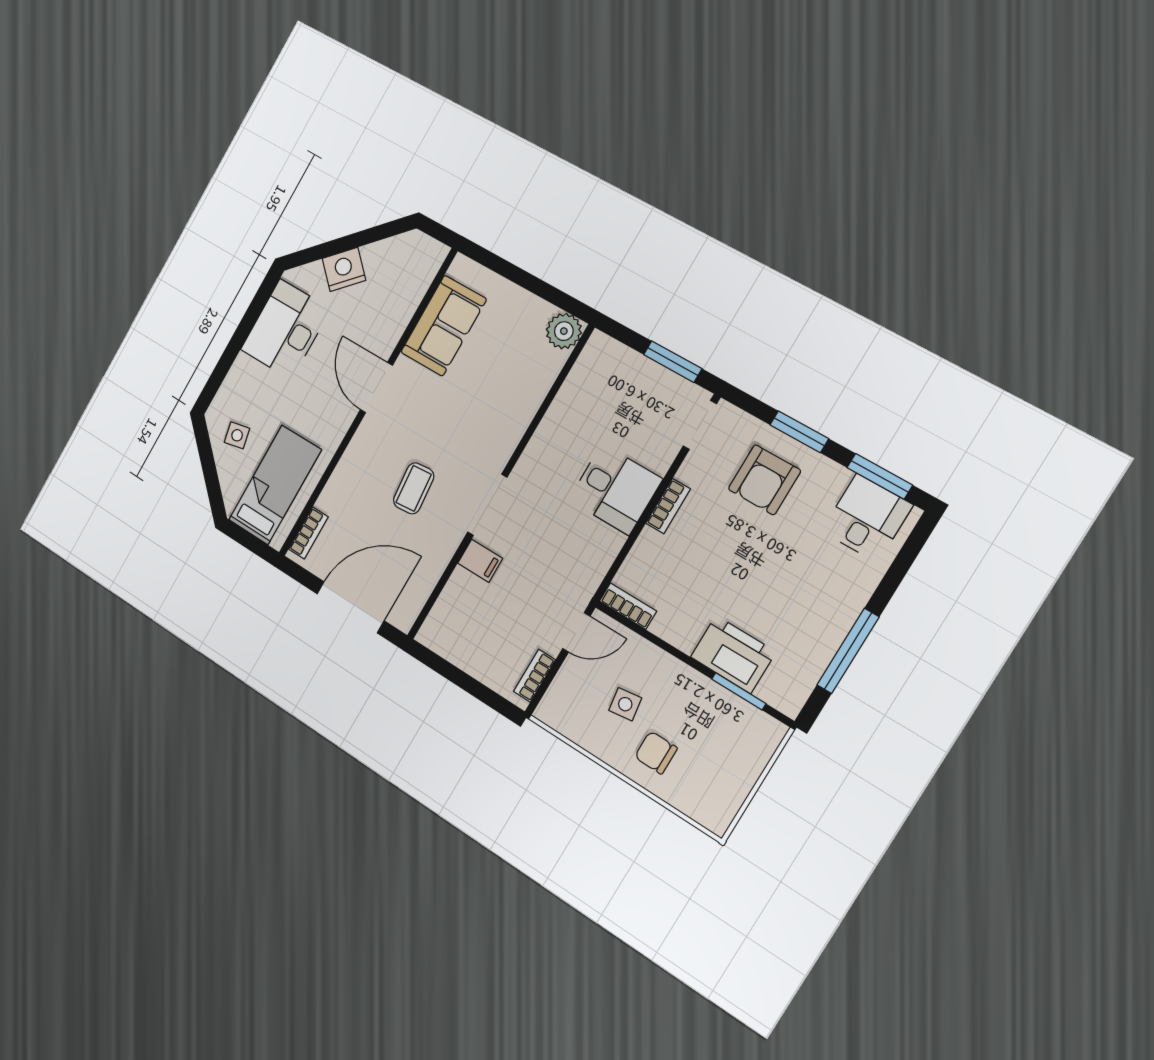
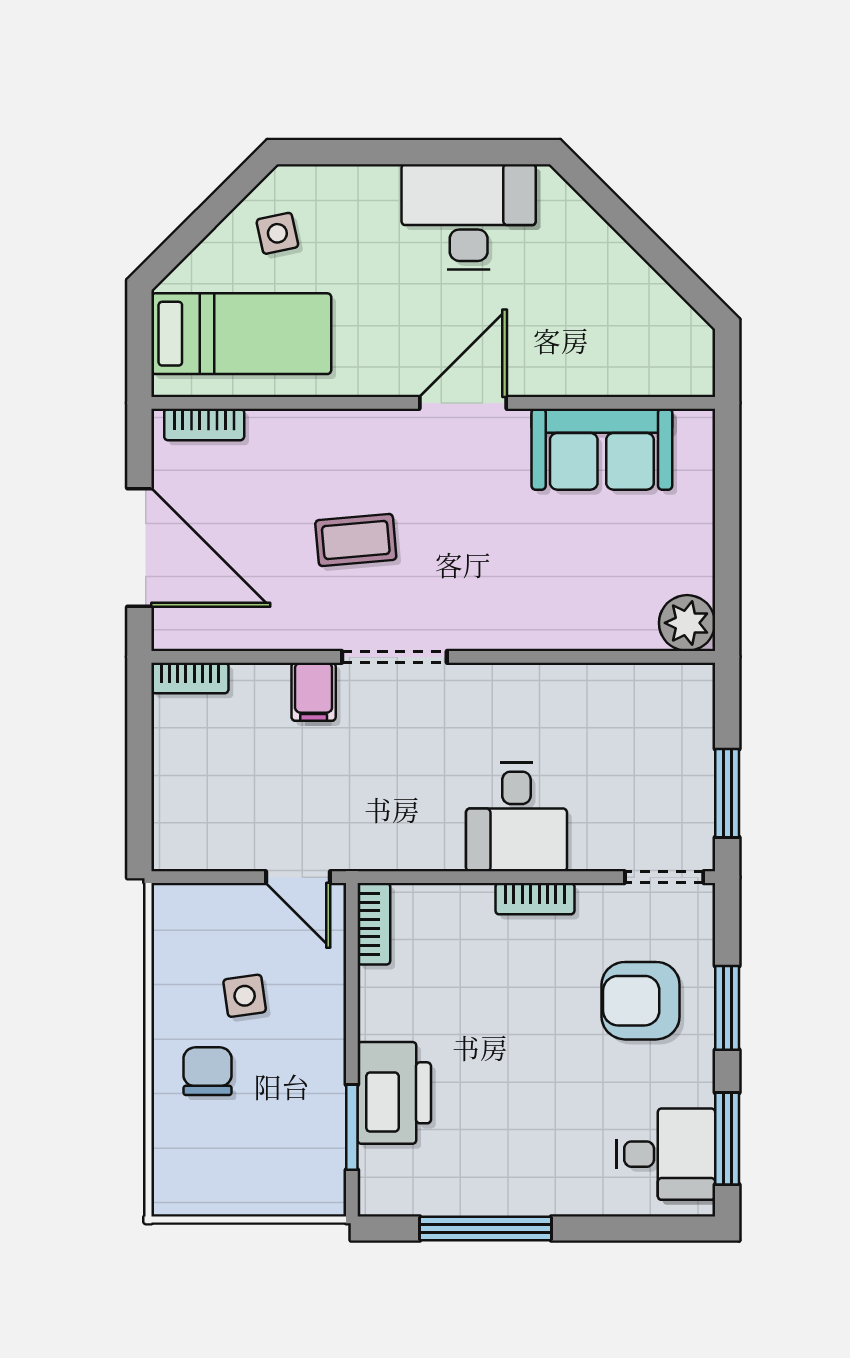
nightstand: (344, 269) -> (601, 255), removed
bookcase: (534, 676) -> (190, 678), moved, turned 180

